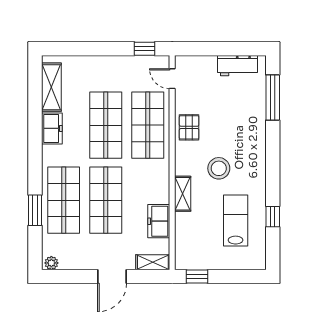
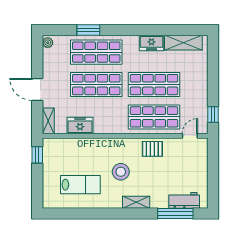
workbench: (237, 66) -> (184, 200), moved, turned 90
shelving: (183, 194) -> (136, 202), moved
window: (273, 217) -> (84, 213), removed

